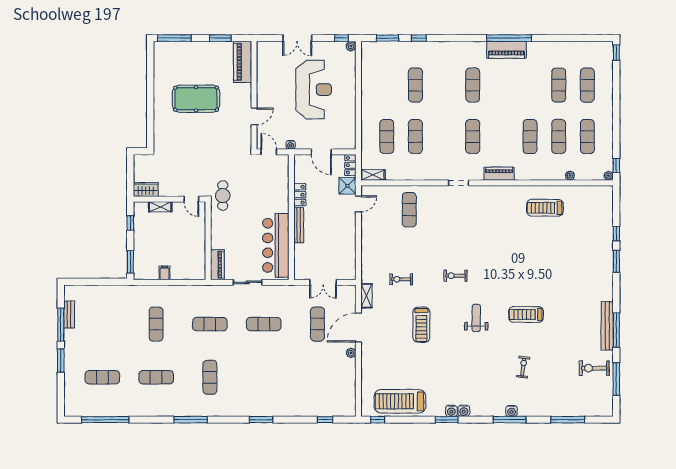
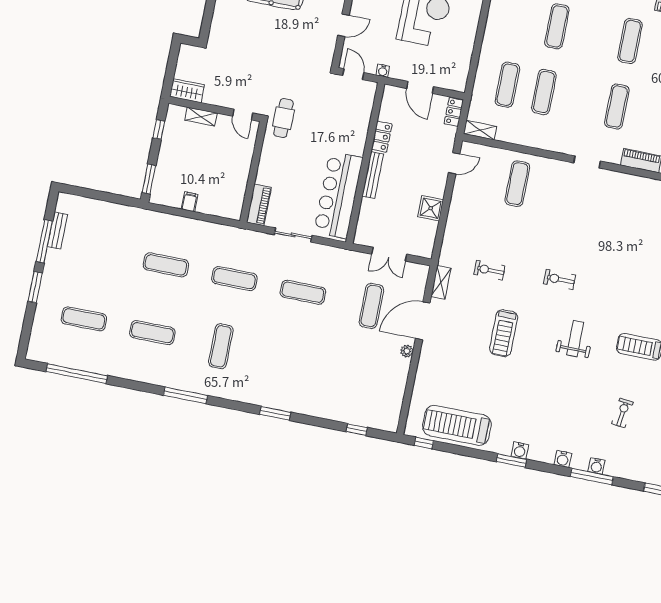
shower: (347, 186) -> (431, 208), moved
exercise mat: (156, 324) -> (166, 265), turned 90
water cooler: (464, 411) -> (563, 459), moved

